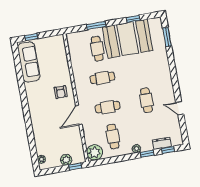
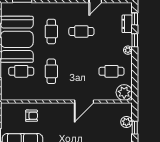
armchair: (61, 92) -> (32, 116), moved
cafe table: (108, 107) -> (51, 31), moved
door: (79, 115) -> (84, 101), hinge flipped
window: (75, 166) -> (135, 128), moved

